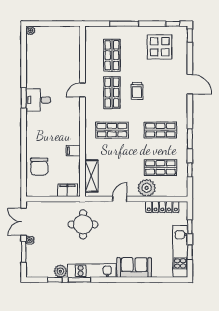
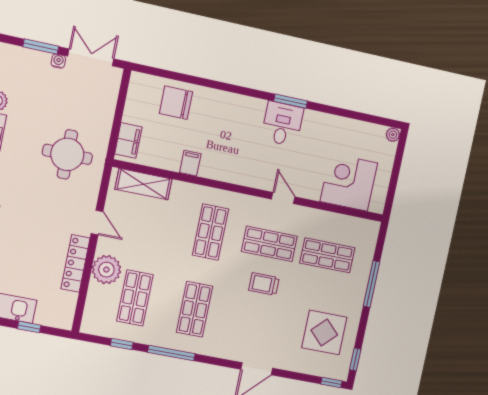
corner desk: (65, 51) -> (349, 182), added
window: (190, 139) -> (171, 353), width x1.44
locker: (162, 207) -> (75, 263), moved

